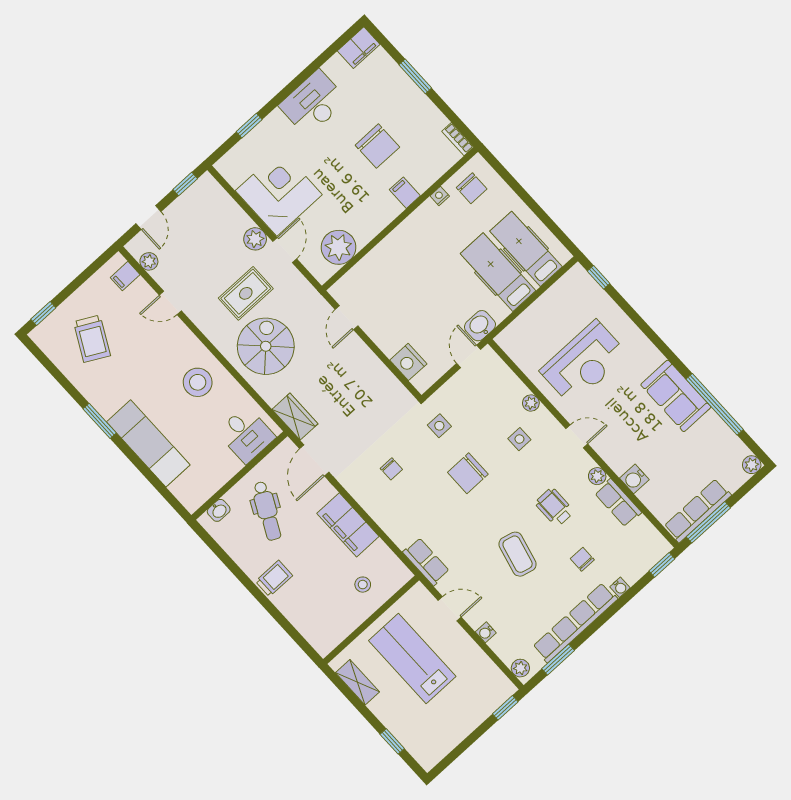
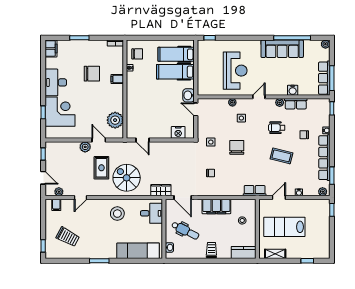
corner desk: (279, 193) -> (60, 112), moved, turned 90
sofa: (676, 396) -> (282, 49), width x1.36
exam couch: (148, 443) -> (138, 251), moved
chair: (468, 473) -> (237, 147), turned 180
kitchen counter: (315, 632) -> (244, 253), added

